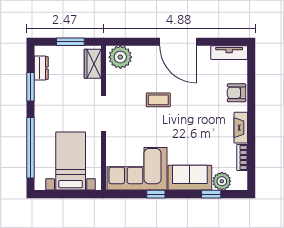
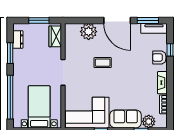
window: (221, 42) -> (148, 20), added
plant: (120, 57) -> (89, 32), moved
window: (251, 82) -> (170, 50), added

